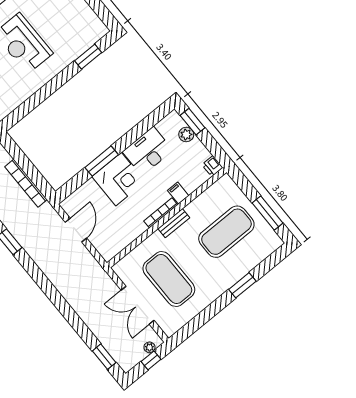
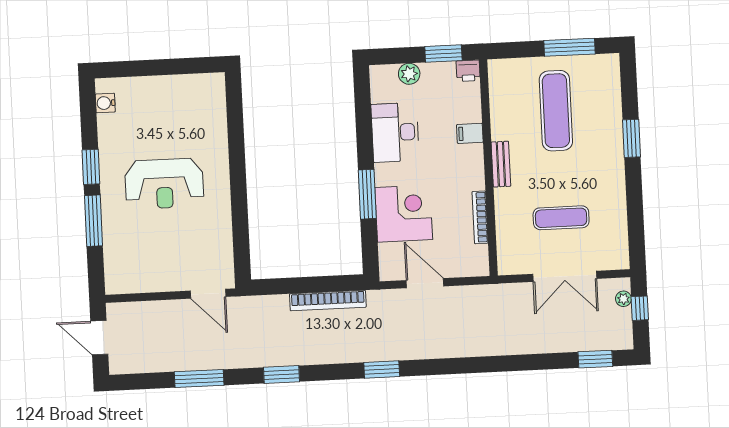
window: (88, 57) -> (235, 120), removed
window: (192, 122) -> (443, 53), moved
corner desk: (118, 179) -> (404, 214), moved
bookcase: (161, 213) -> (480, 217), moved
exercise mat: (226, 232) -> (556, 111), width x0.68
exercise mat: (169, 279) -> (561, 218), width x0.50, depth x0.69

